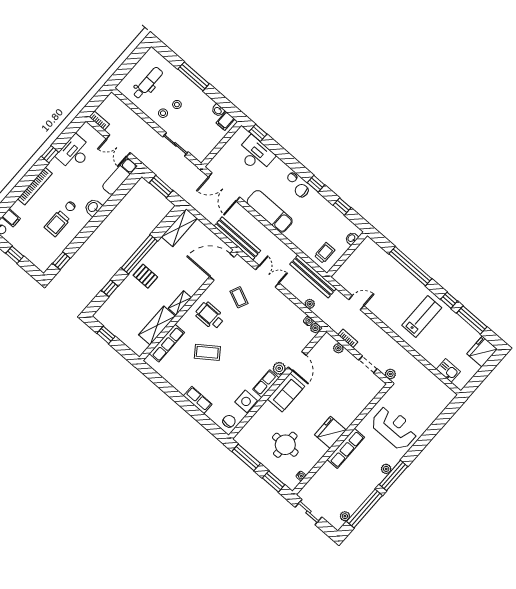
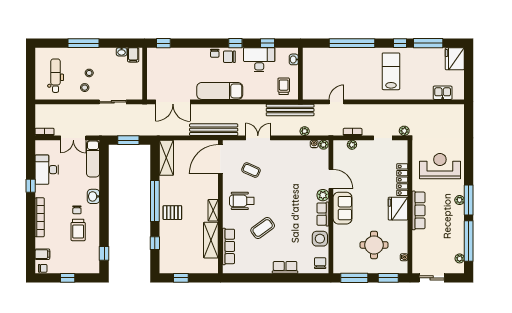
desk: (255, 154) -> (259, 60), moved
locker: (354, 412) -> (402, 180), added

